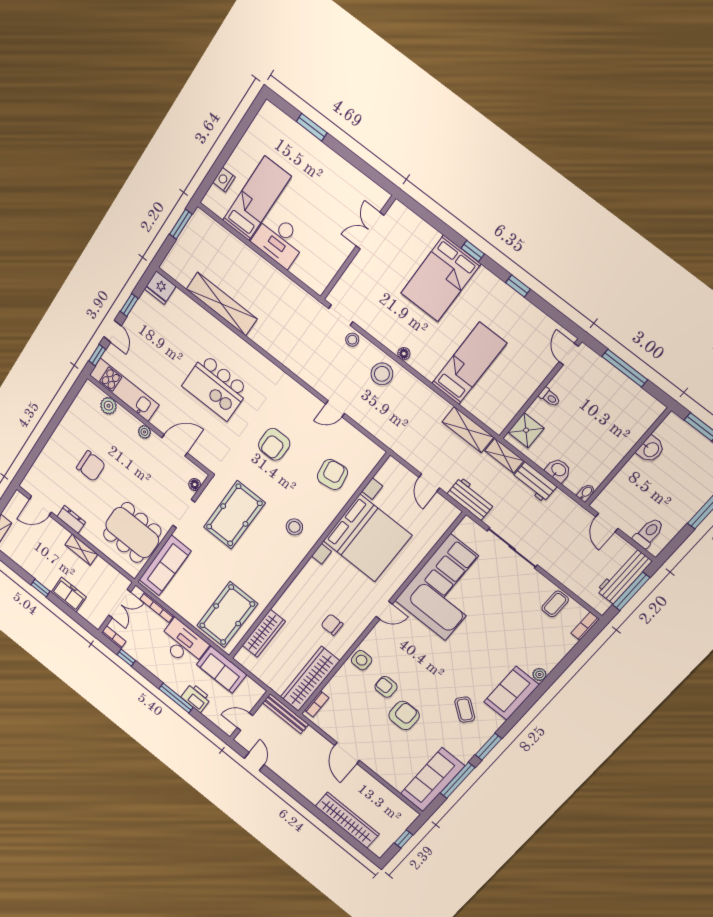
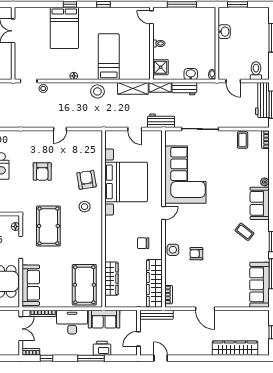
stool: (382, 374) -> (97, 91), moved
armchair: (332, 475) -> (87, 180), moved
armchair: (404, 715) -> (217, 262), removed

